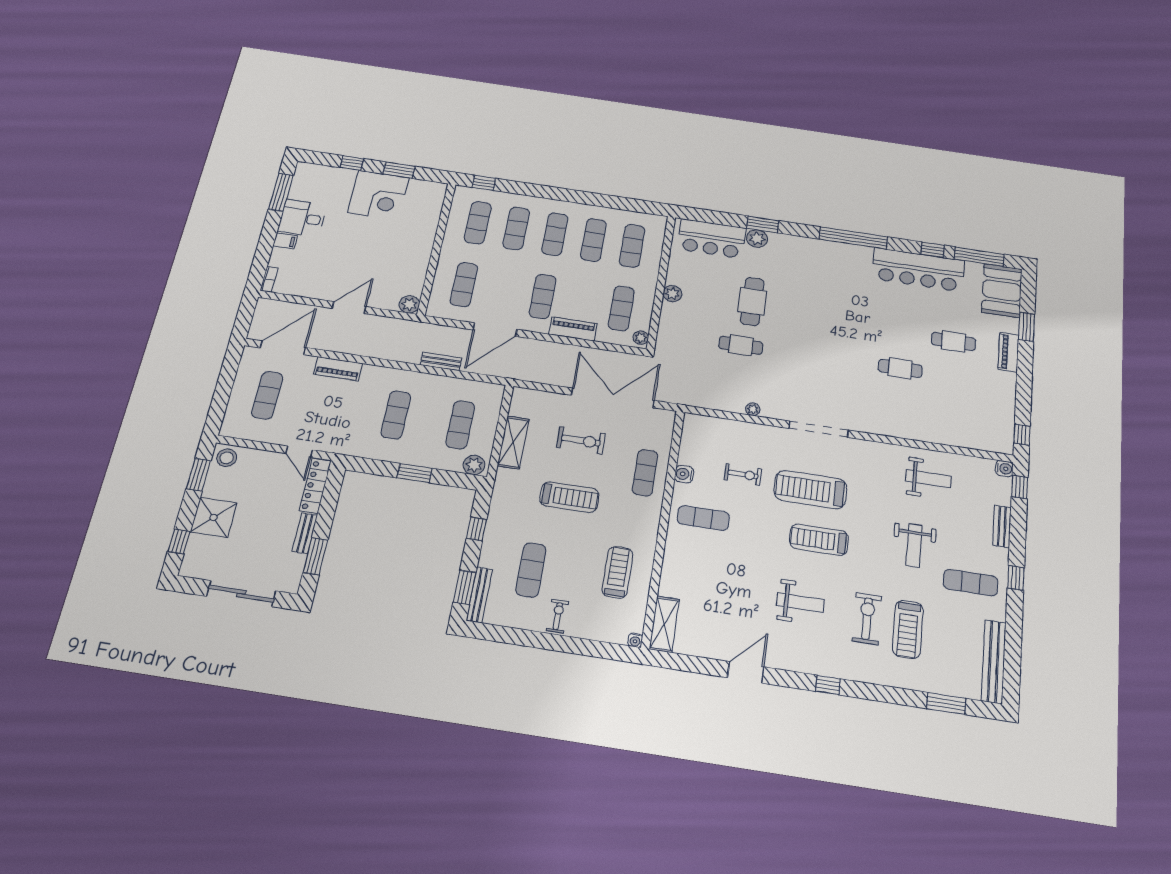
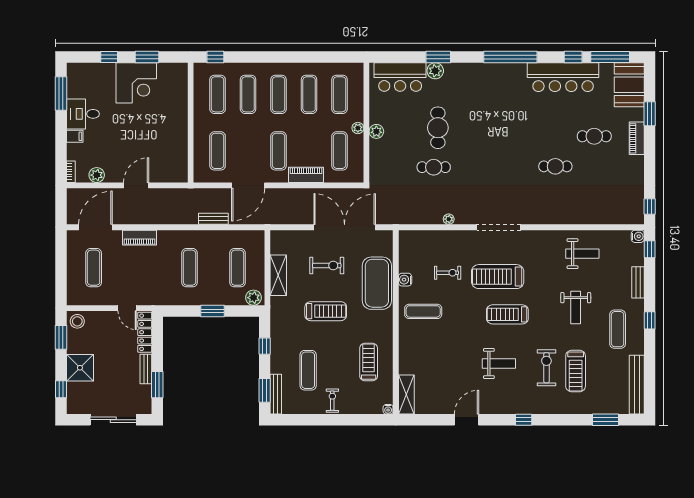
plant: (409, 304) -> (97, 175), moved
plant: (641, 338) -> (358, 128), moved
exercise mat: (645, 473) -> (377, 283), width x2.00, depth x1.45
exercise mat: (971, 583) -> (618, 329), turned 90

